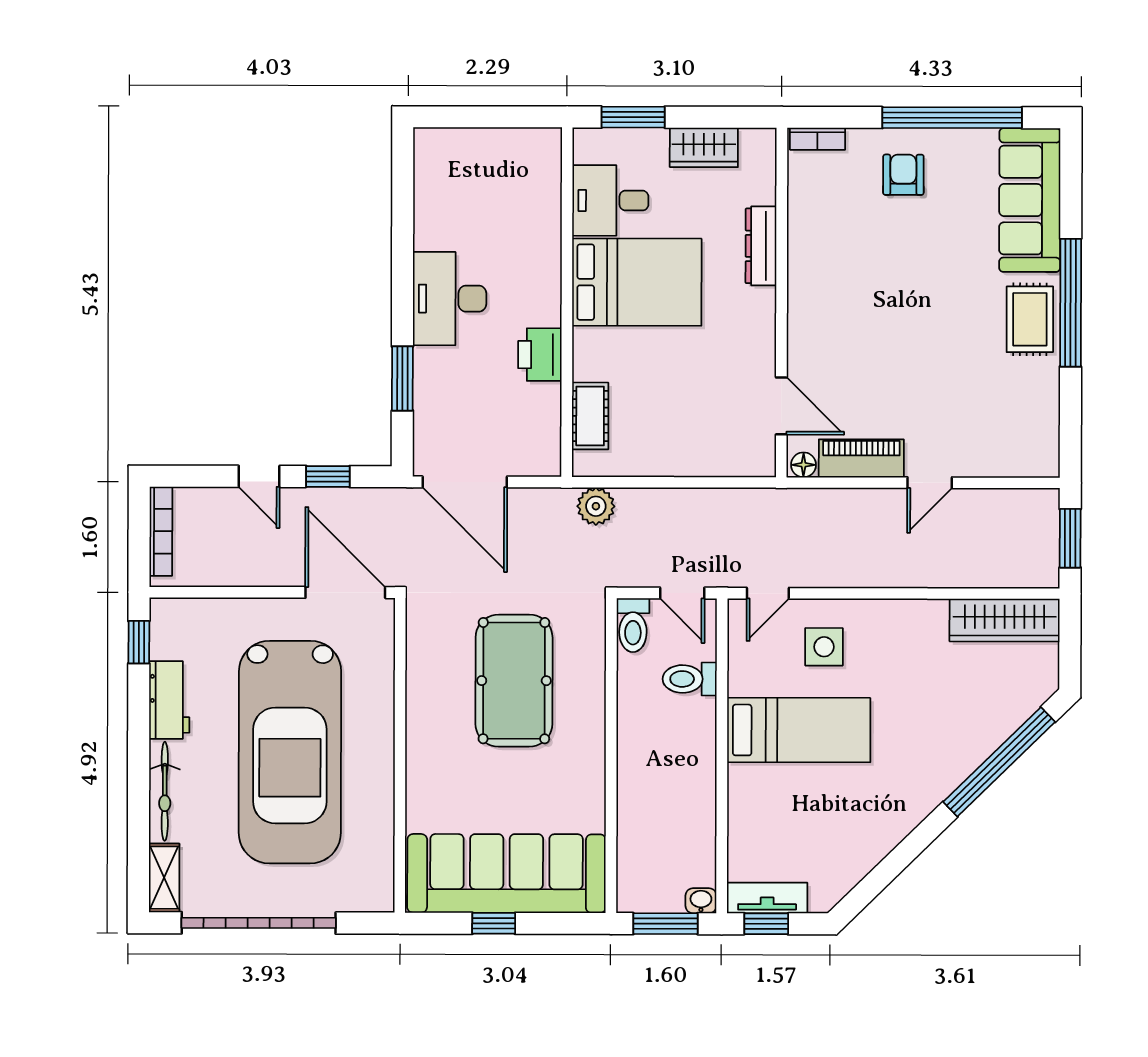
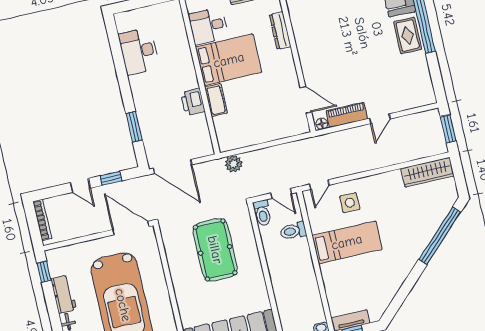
desk: (450, 299) -> (139, 51), moved
cot: (590, 416) -> (216, 100), moved

